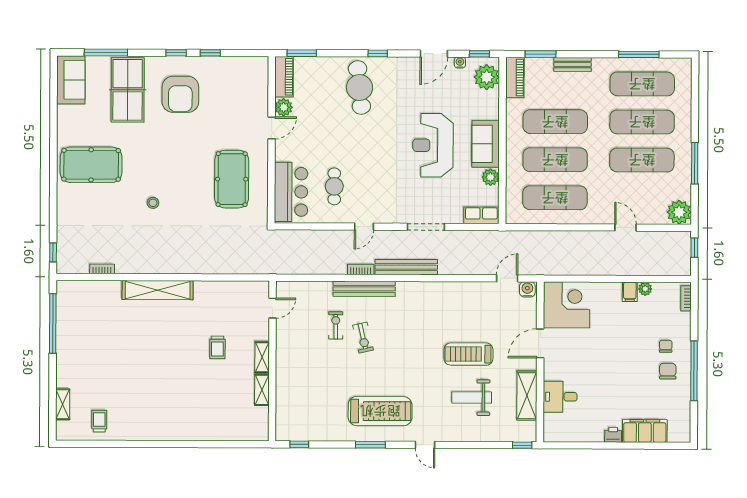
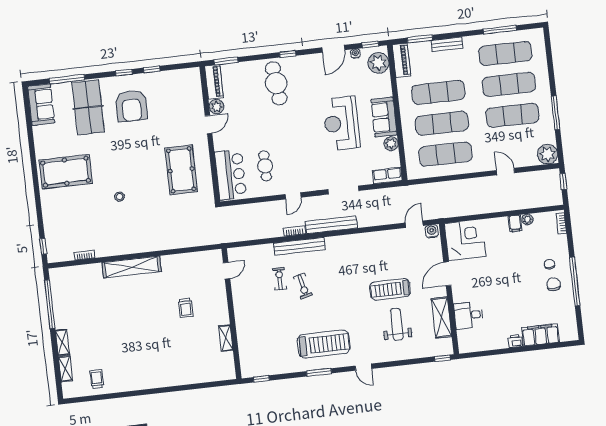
shelving: (262, 357) -> (62, 342), moved
weight bench: (472, 398) -> (397, 324), turned 90

